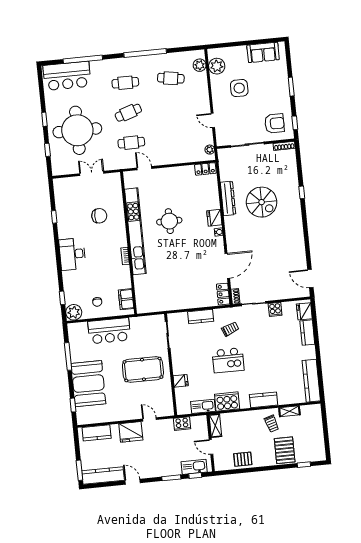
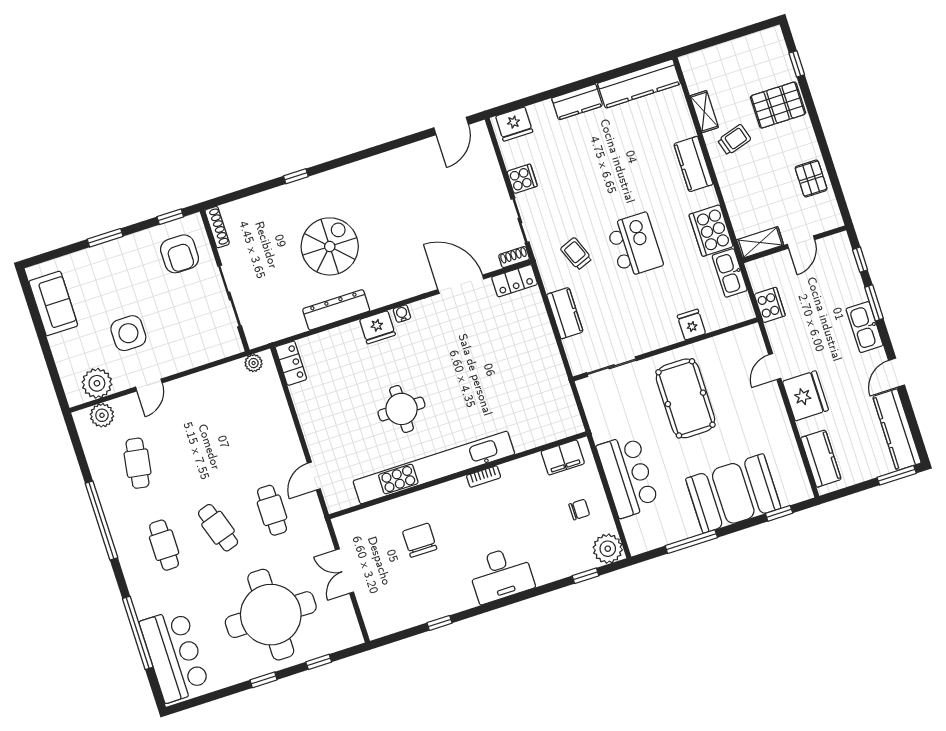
door: (213, 120) -> (149, 385), moved
armchair: (275, 123) -> (180, 254), turned 180
kitchen counter: (307, 333) -> (577, 102), moved
kitchen sink: (194, 467) -> (865, 327), moved

